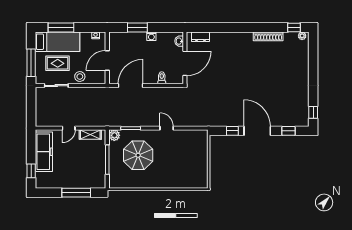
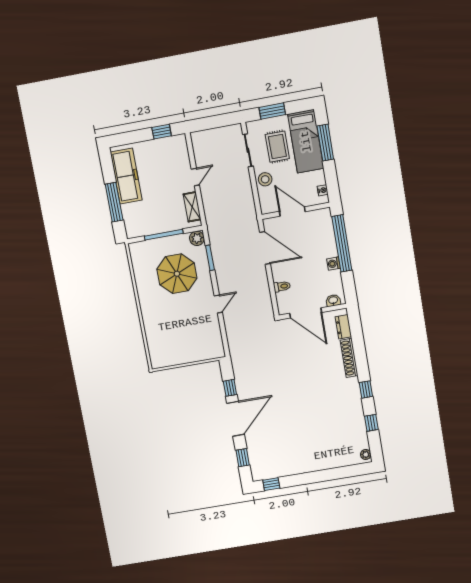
window: (137, 28) -> (342, 243), width x2.11
window: (251, 28) -> (366, 389), added
window: (294, 28) -> (371, 423), moved
shoe rack: (268, 36) -> (349, 358), moved
window: (31, 63) -> (272, 111), width x0.69
door: (69, 128) -> (195, 177), swing flipped
freezer: (44, 152) -> (126, 176), moved, turned -90
window: (31, 171) -> (162, 132), moved

